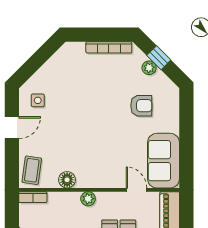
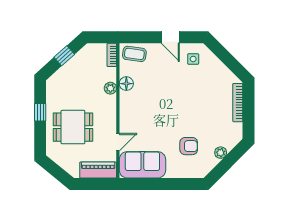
bookcase: (109, 47) -> (238, 103), moved
window: (159, 58) -> (229, 161), removed
armchair: (141, 106) -> (189, 146), turned -90
plant: (88, 199) -> (110, 88), moved

